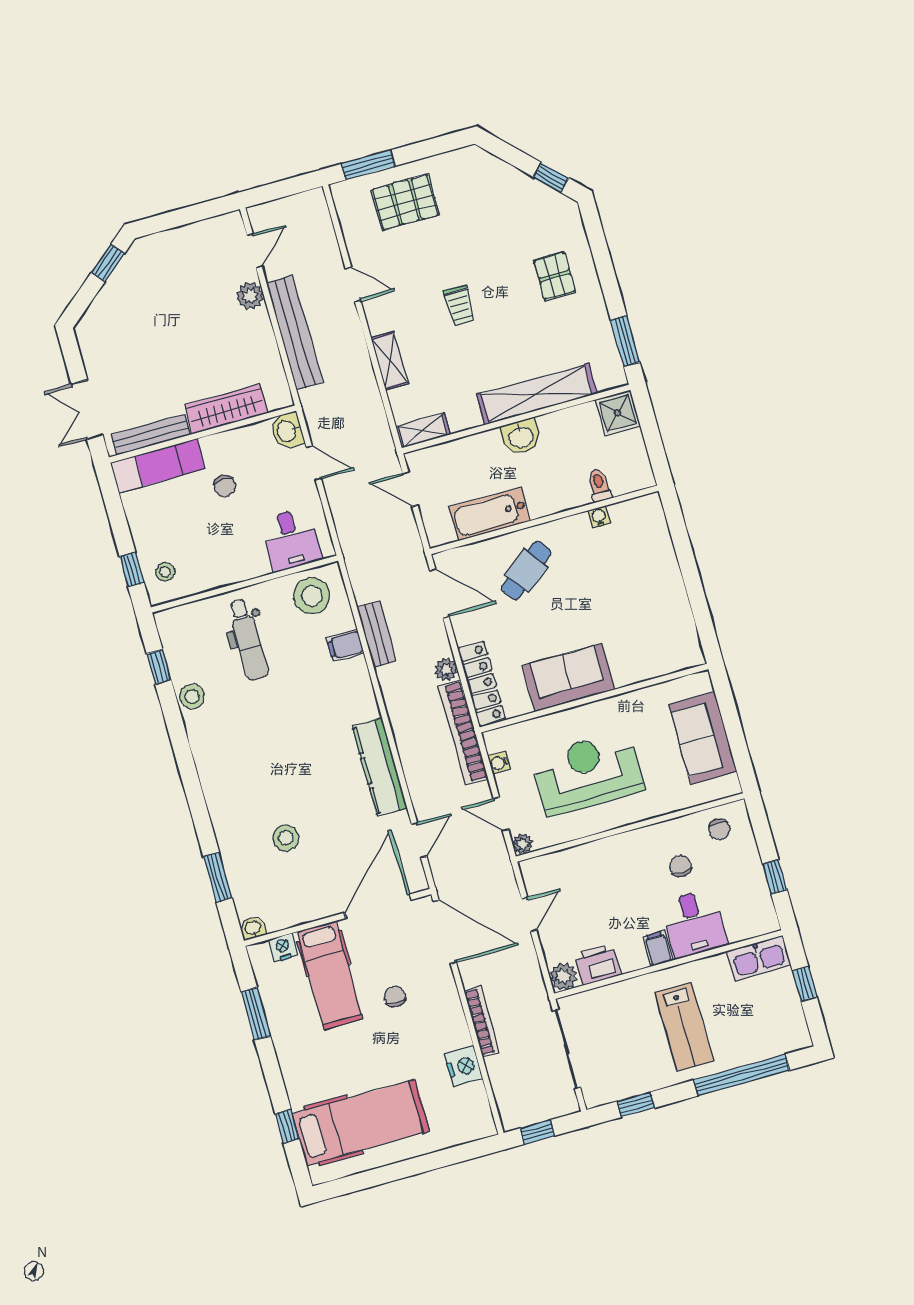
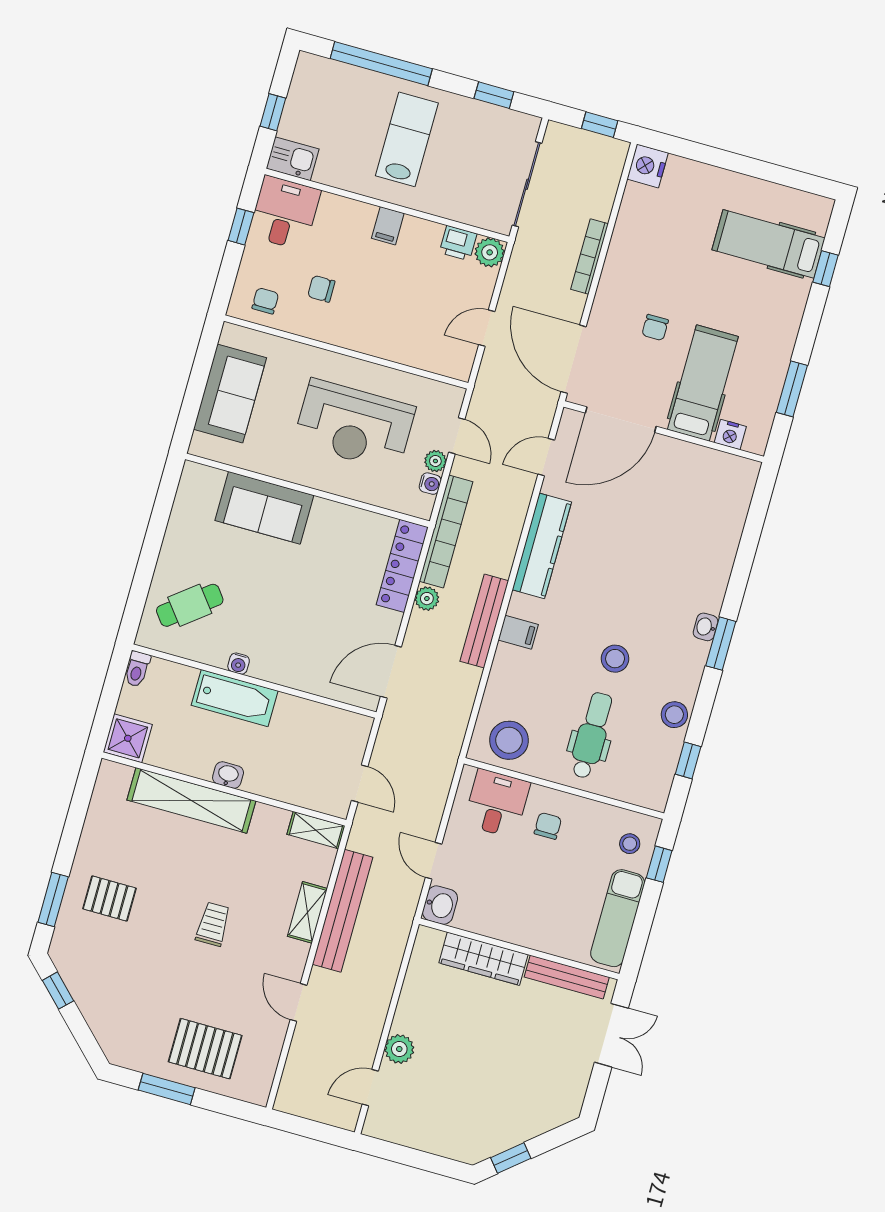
window: (368, 165) -> (167, 1089), moved
pallet: (555, 276) -> (109, 898), turned 90
bench: (295, 333) -> (343, 911), moved
window: (625, 341) -> (53, 899), moved
washbasin: (521, 437) -> (228, 775), width x0.72, depth x0.69
exam couch: (158, 466) -> (618, 918), moved, turned -90
toilet: (599, 485) -> (137, 669), moved
chair: (225, 486) -> (548, 826), moved
bathtub: (490, 514) -> (235, 698), moved
water cooler: (599, 517) -> (239, 664), moved
cafe table: (526, 571) -> (190, 605), moved
door: (439, 594) -> (391, 672), hinge flipped
bench: (377, 634) -> (484, 621), moved, width x1.36
filing cabinet: (345, 645) -> (518, 632), moved
sofa: (568, 678) -> (264, 508), moved
stool: (286, 838) -> (615, 659), moved
plant: (523, 844) -> (435, 461), moved
chair: (680, 866) -> (321, 289), turned 90
window: (218, 878) -> (721, 644), moved
desk: (694, 923) -> (285, 213), moved
washbasin: (253, 928) -> (706, 627), moved, turned 90
kitchen sink: (759, 958) -> (293, 159), width x0.73
printer: (597, 964) -> (458, 243), width x0.73, depth x0.81
nightstand: (463, 1066) -> (648, 166), moved
hospital bed: (361, 1122) -> (768, 244), width x0.73, depth x0.78

